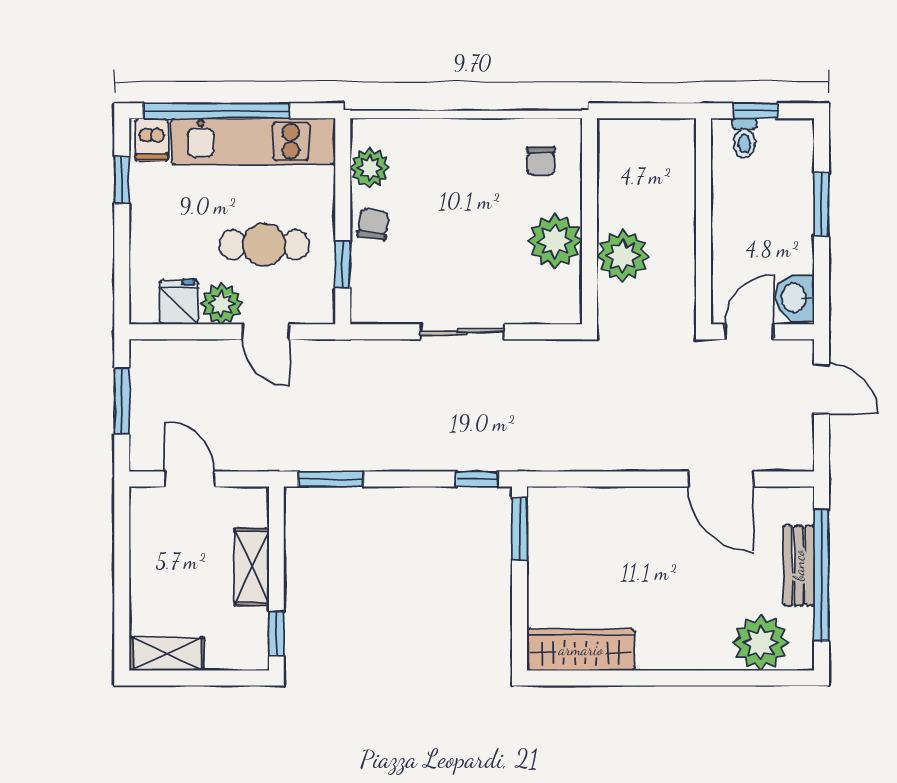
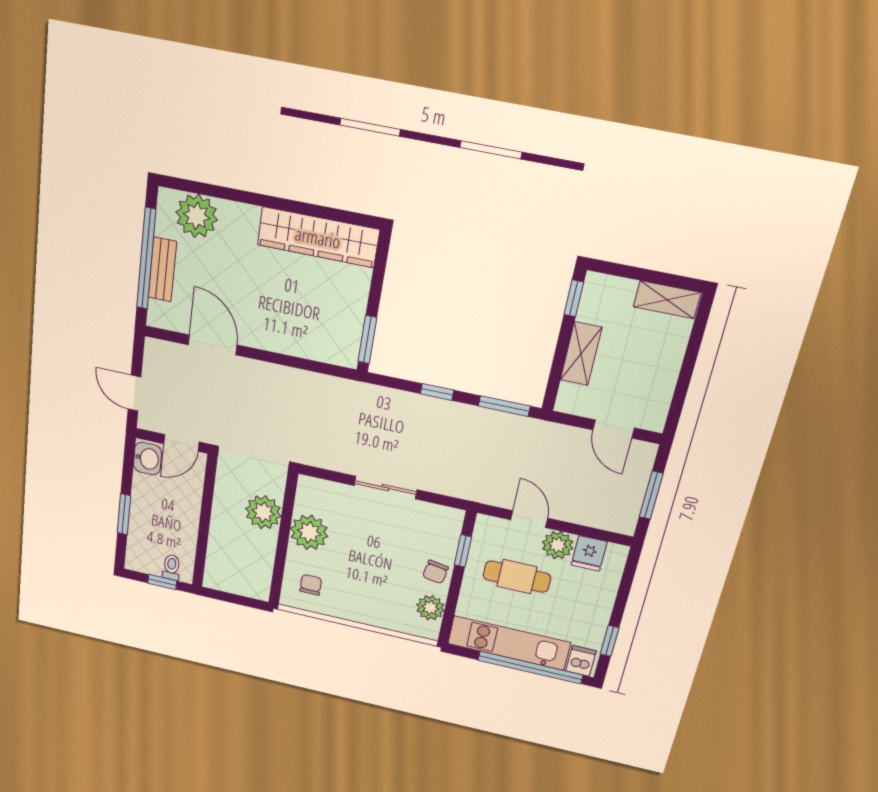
window: (477, 479) -> (437, 392), moved
wardrobe: (581, 650) -> (318, 237), width x1.40, depth x1.17

